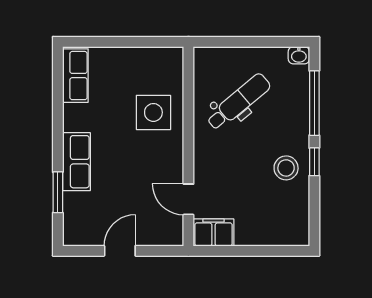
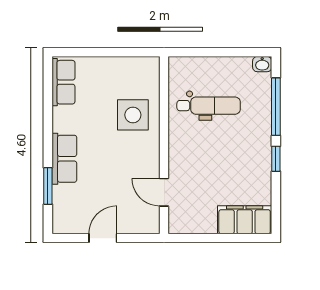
dental chair: (239, 102) -> (209, 106), turned 40
stool: (286, 168) -> (251, 164), removed
filing cabinet: (214, 233) -> (245, 220), moved, width x1.50, depth x1.17

